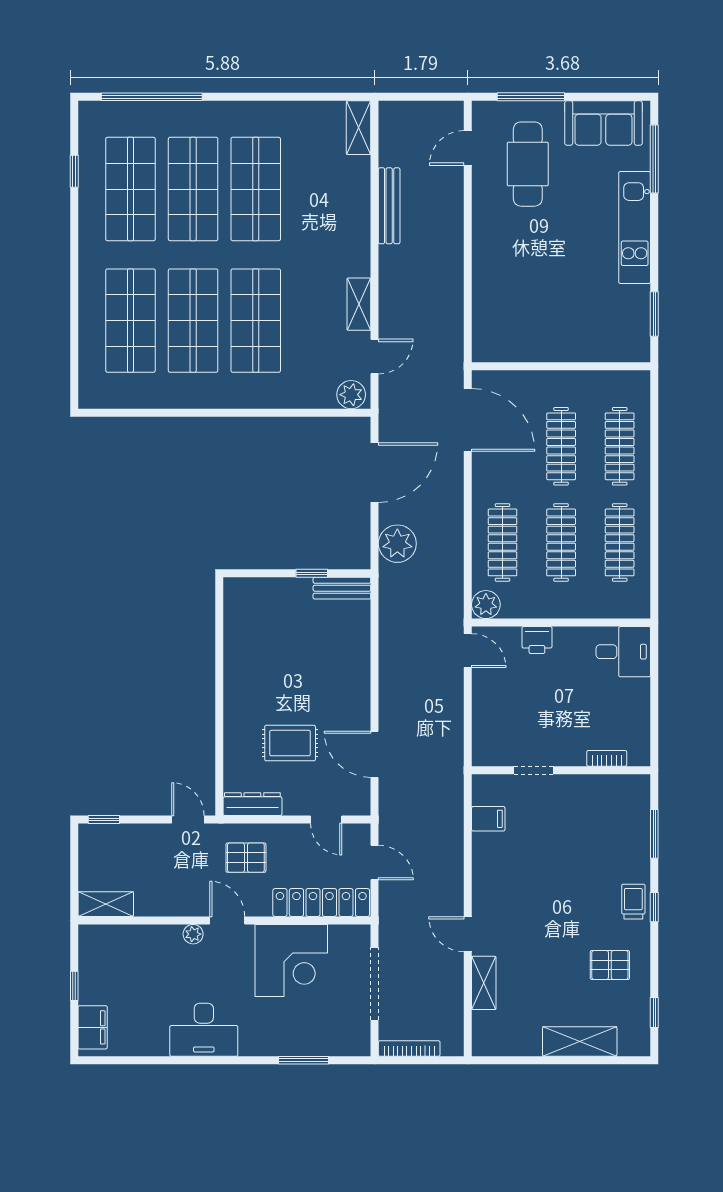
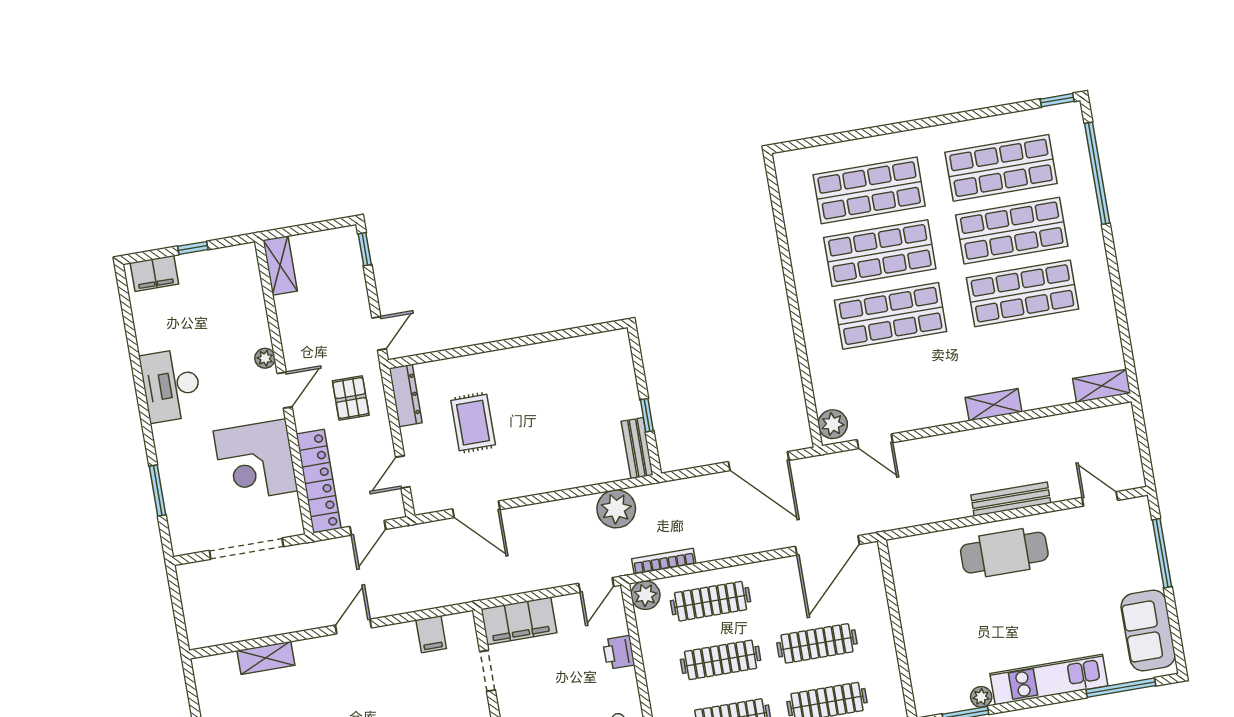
cafe table: (528, 164) -> (1004, 553), moved
window: (74, 171) -> (1057, 100), moved
bench: (389, 206) -> (1011, 499), moved
plant: (640, 296) -> (981, 697), added
shelving: (359, 304) -> (994, 405), moved
plant: (397, 544) -> (616, 509), moved
filing cabinet: (490, 732) -> (519, 621), added
door: (375, 754) -> (476, 509), swing flipped
door: (468, 934) -> (353, 626), moved
bookcase: (409, 1049) -> (664, 561), moved, turned -90

